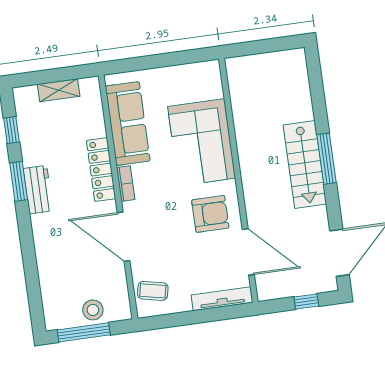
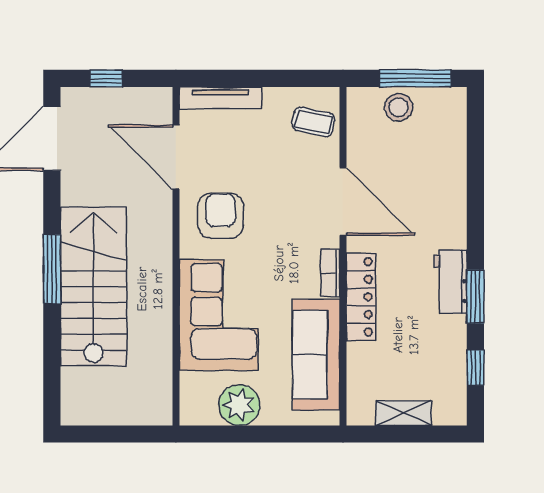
plant: (178, 79) -> (239, 405), added
stairs: (305, 165) -> (93, 286), width x1.36, depth x1.51
armchair: (210, 214) -> (220, 216), turned 90

